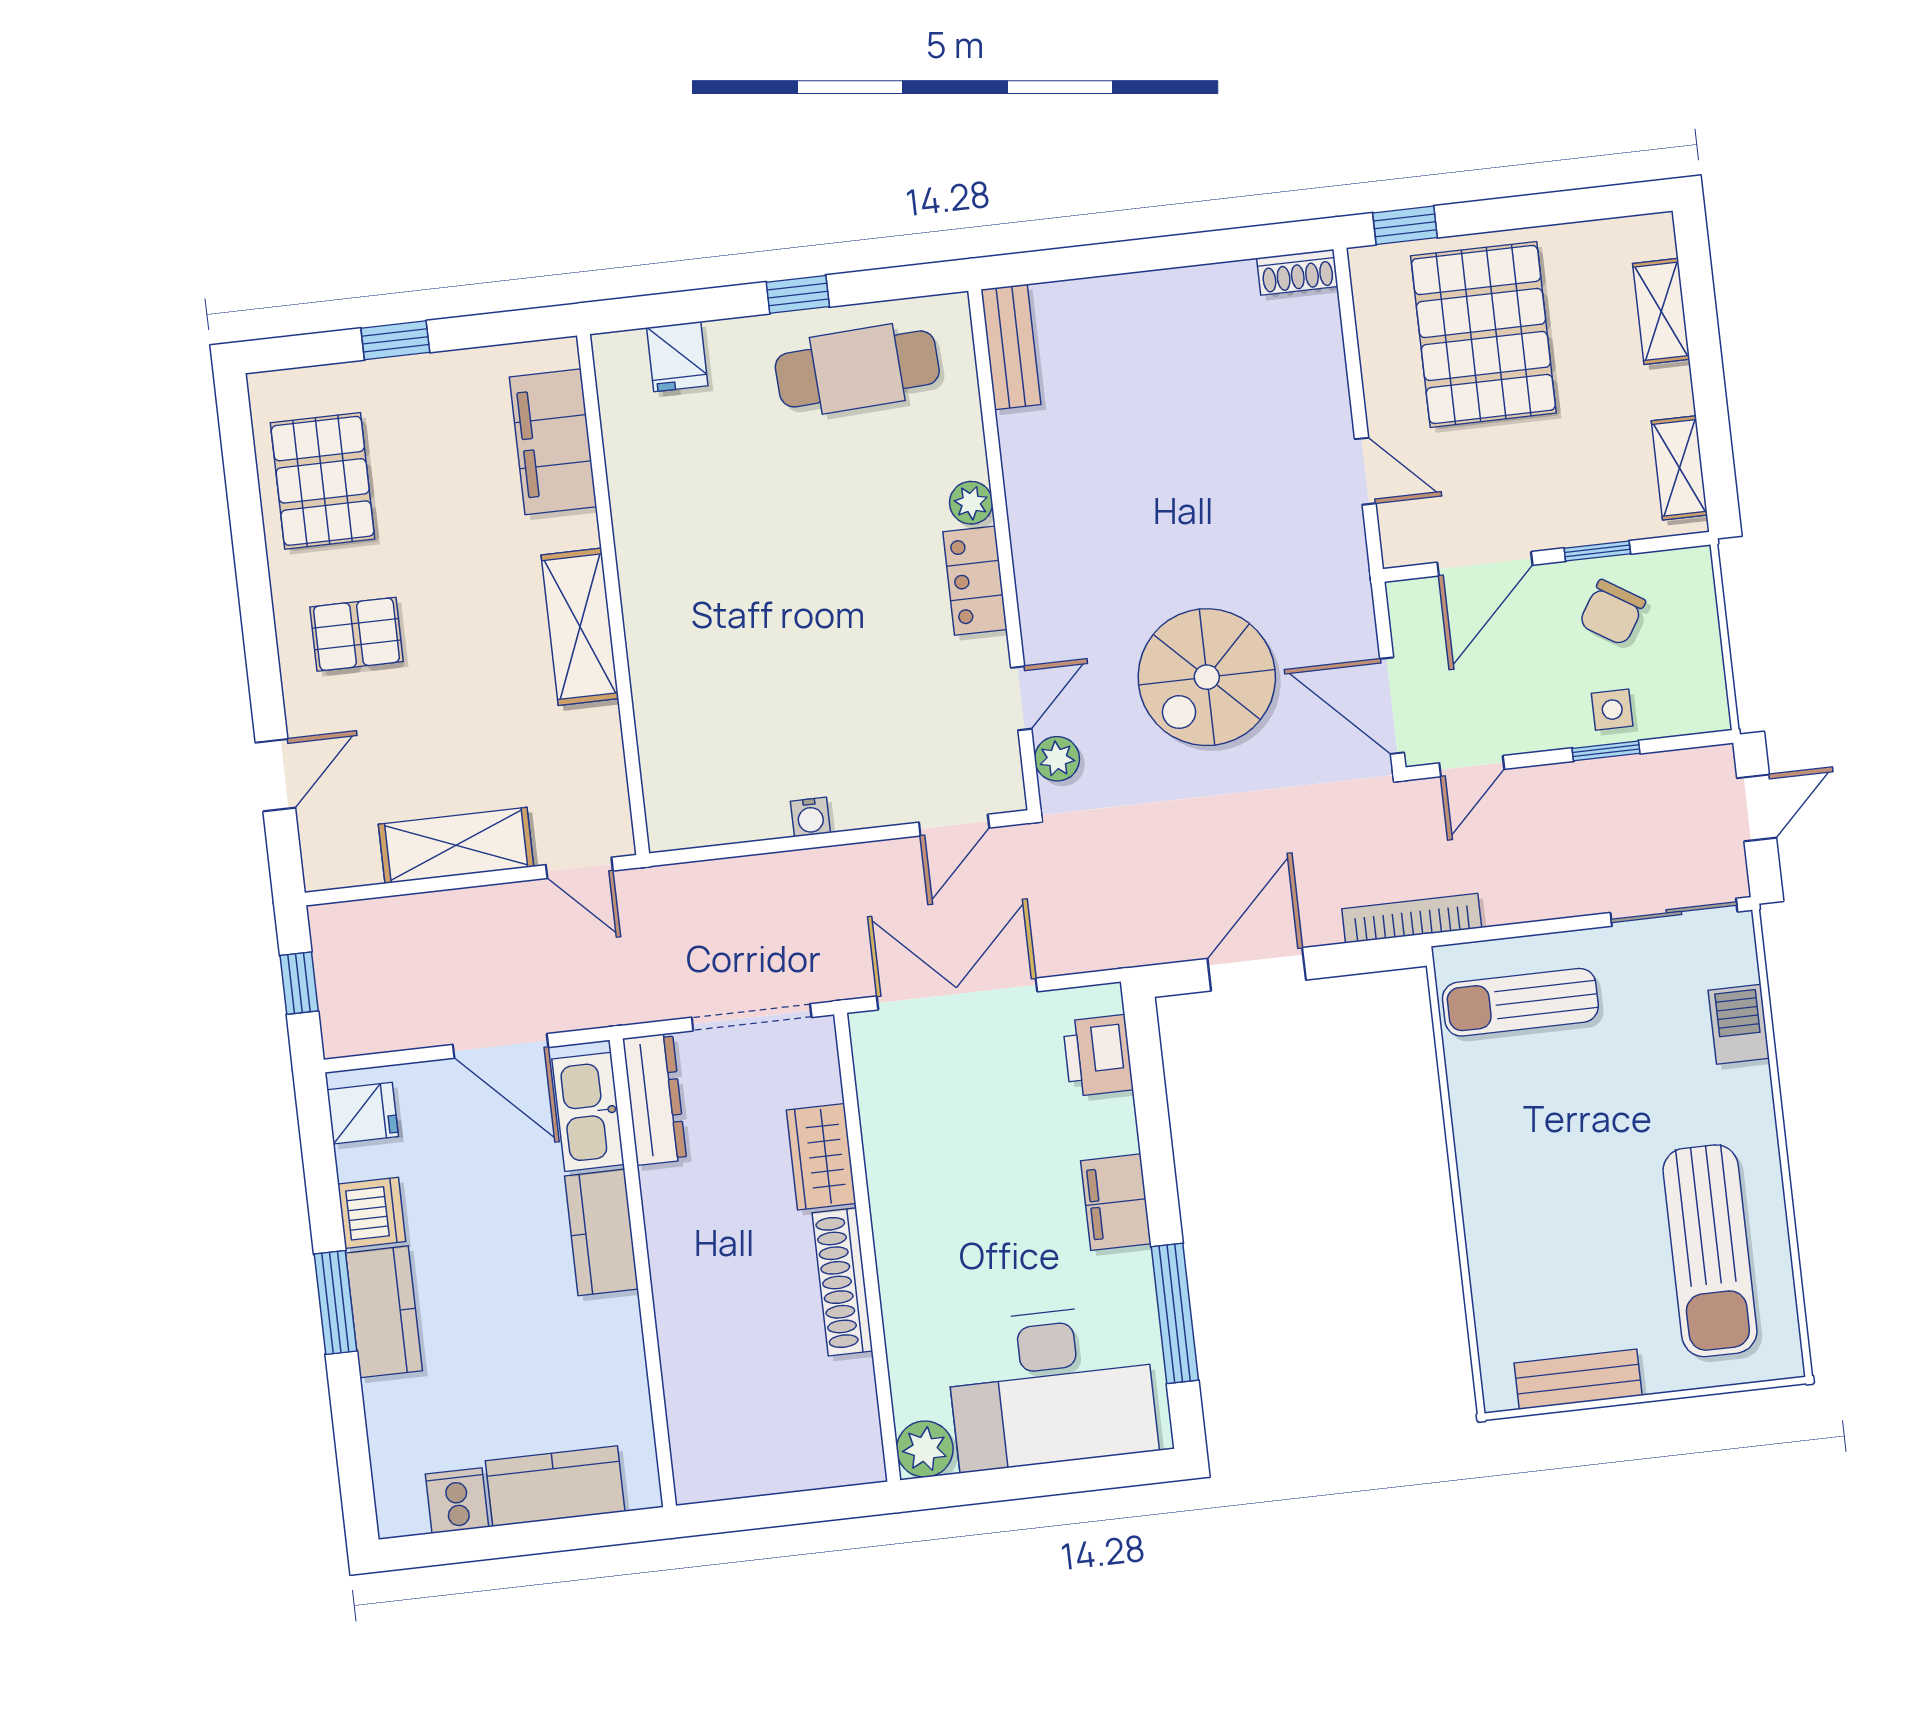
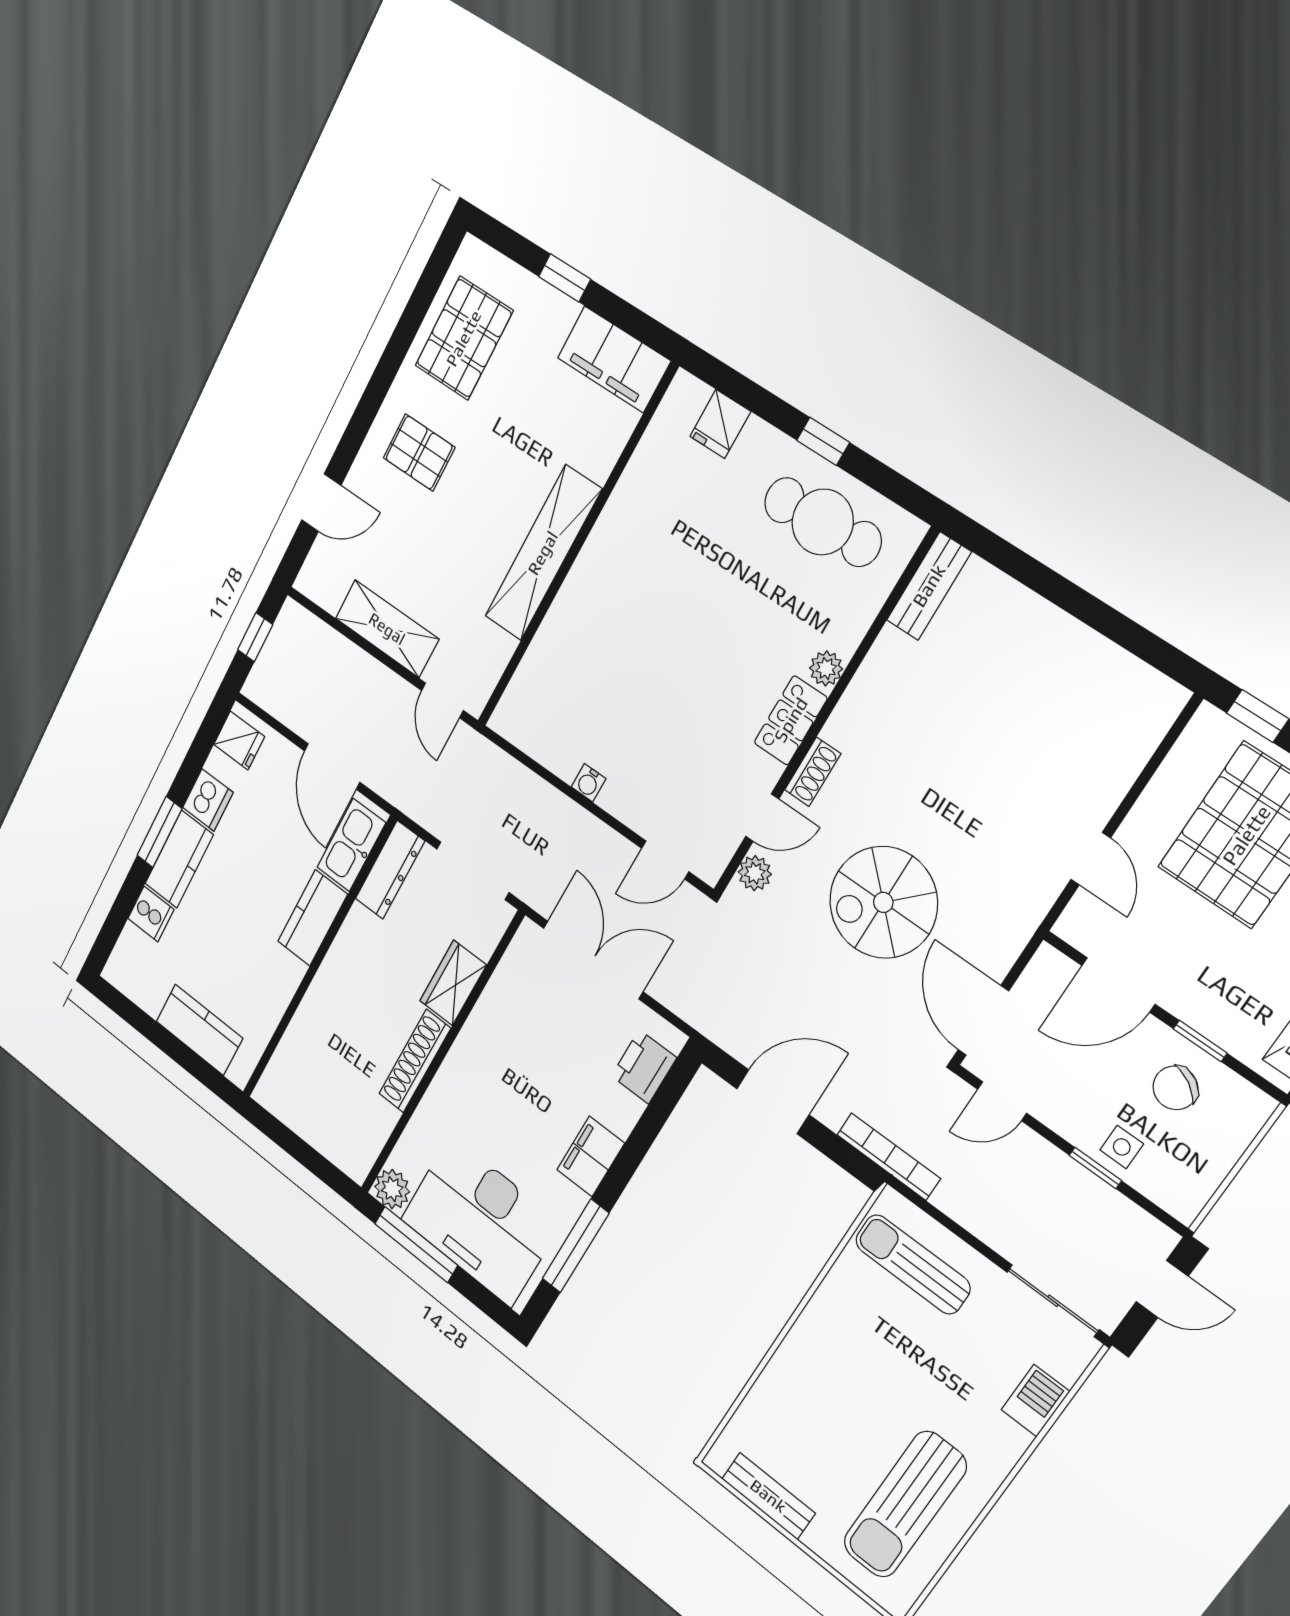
shoe rack: (1297, 272) -> (813, 772), moved, turned -90
filing cabinet: (553, 442) -> (614, 359), moved, turned -90
shelving: (580, 627) -> (543, 553), width x1.47
window: (1000, 1485) -> (416, 1244), added
cooker: (457, 1501) -> (151, 914), moved, turned 90

